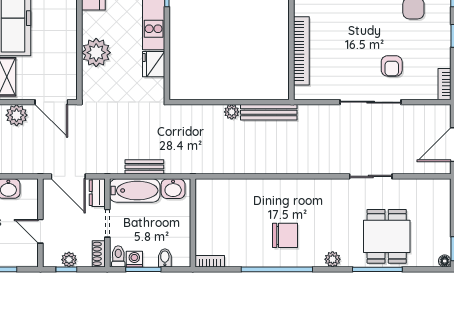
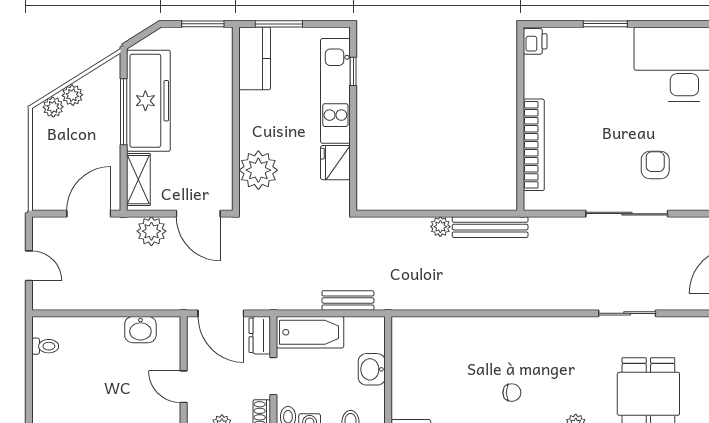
plant: (96, 53) -> (258, 170), moved
armchair: (392, 66) -> (655, 165), turned 180
bench: (144, 167) -> (348, 301), moved
washbasin: (173, 189) -> (372, 369), moved, turned 90
chair: (285, 235) -> (512, 393), width x0.54, depth x0.54

